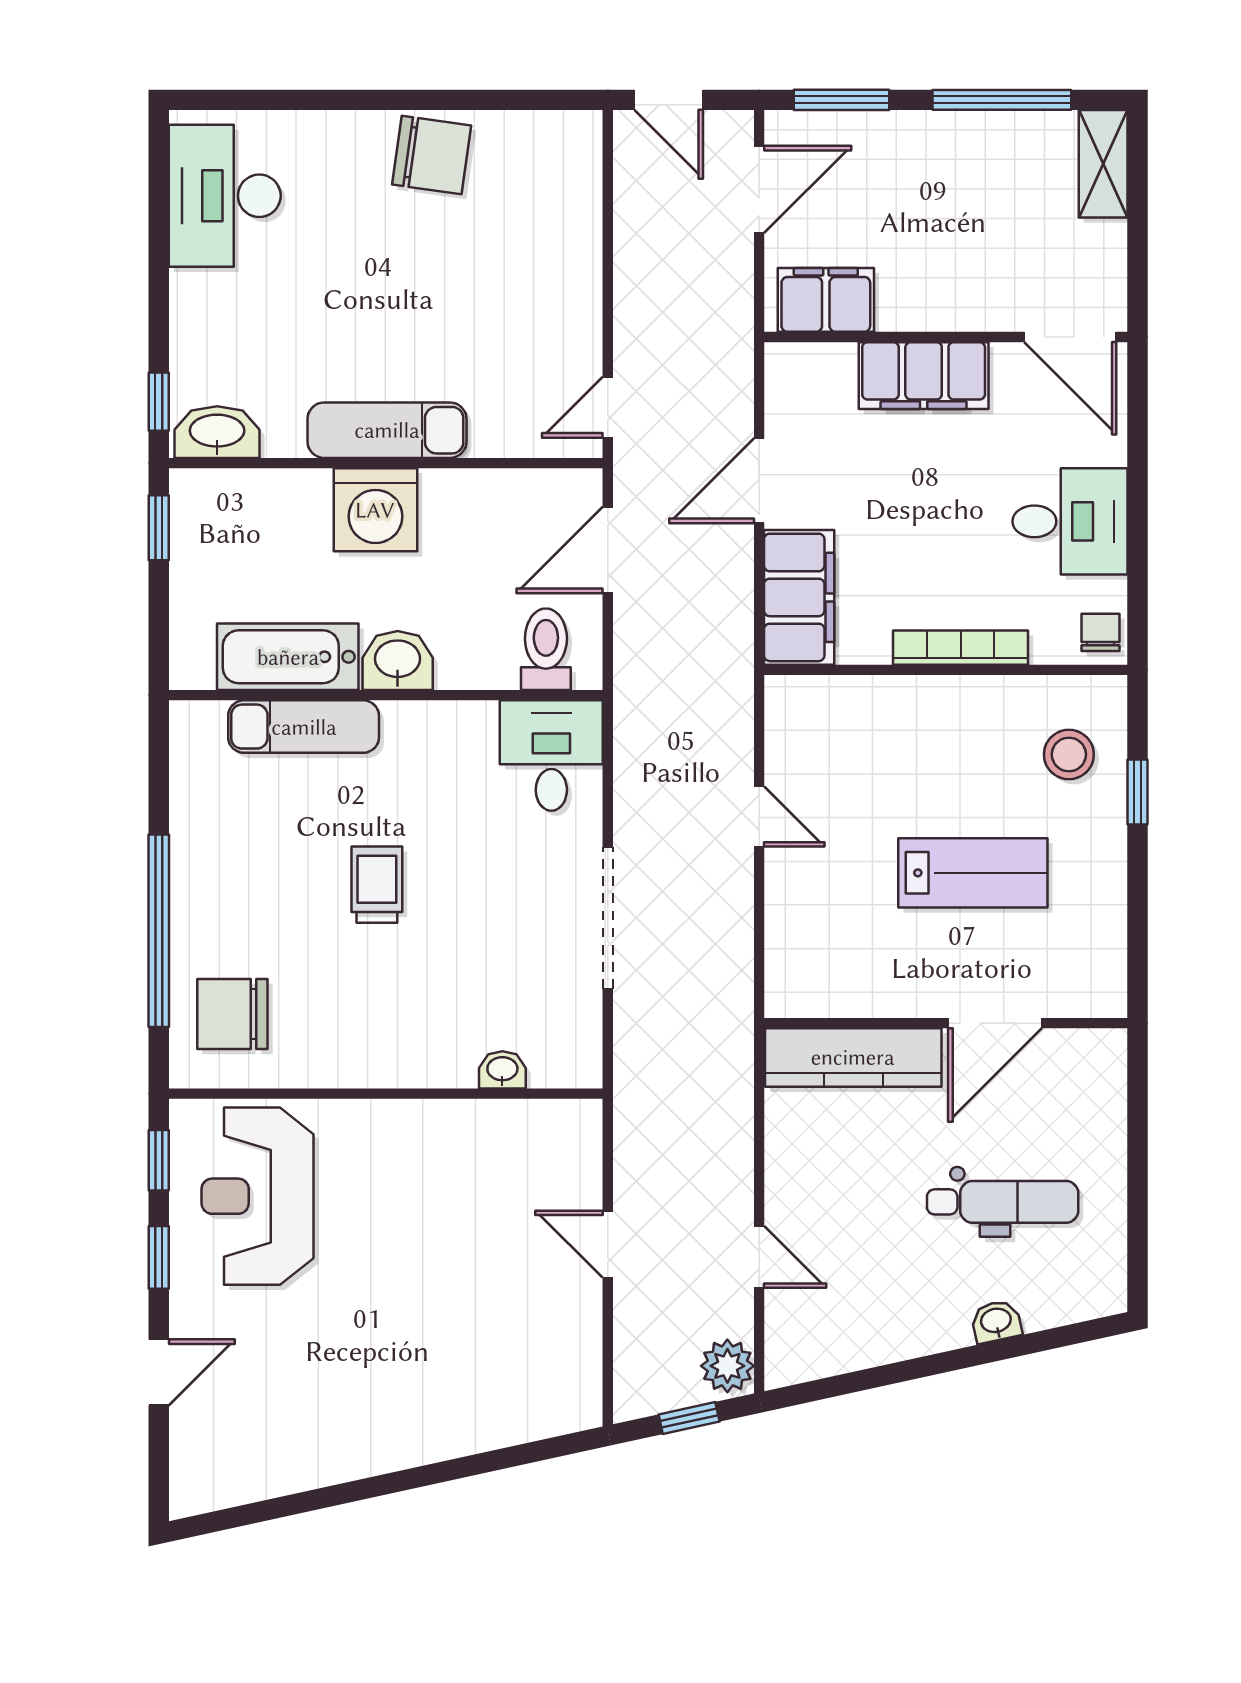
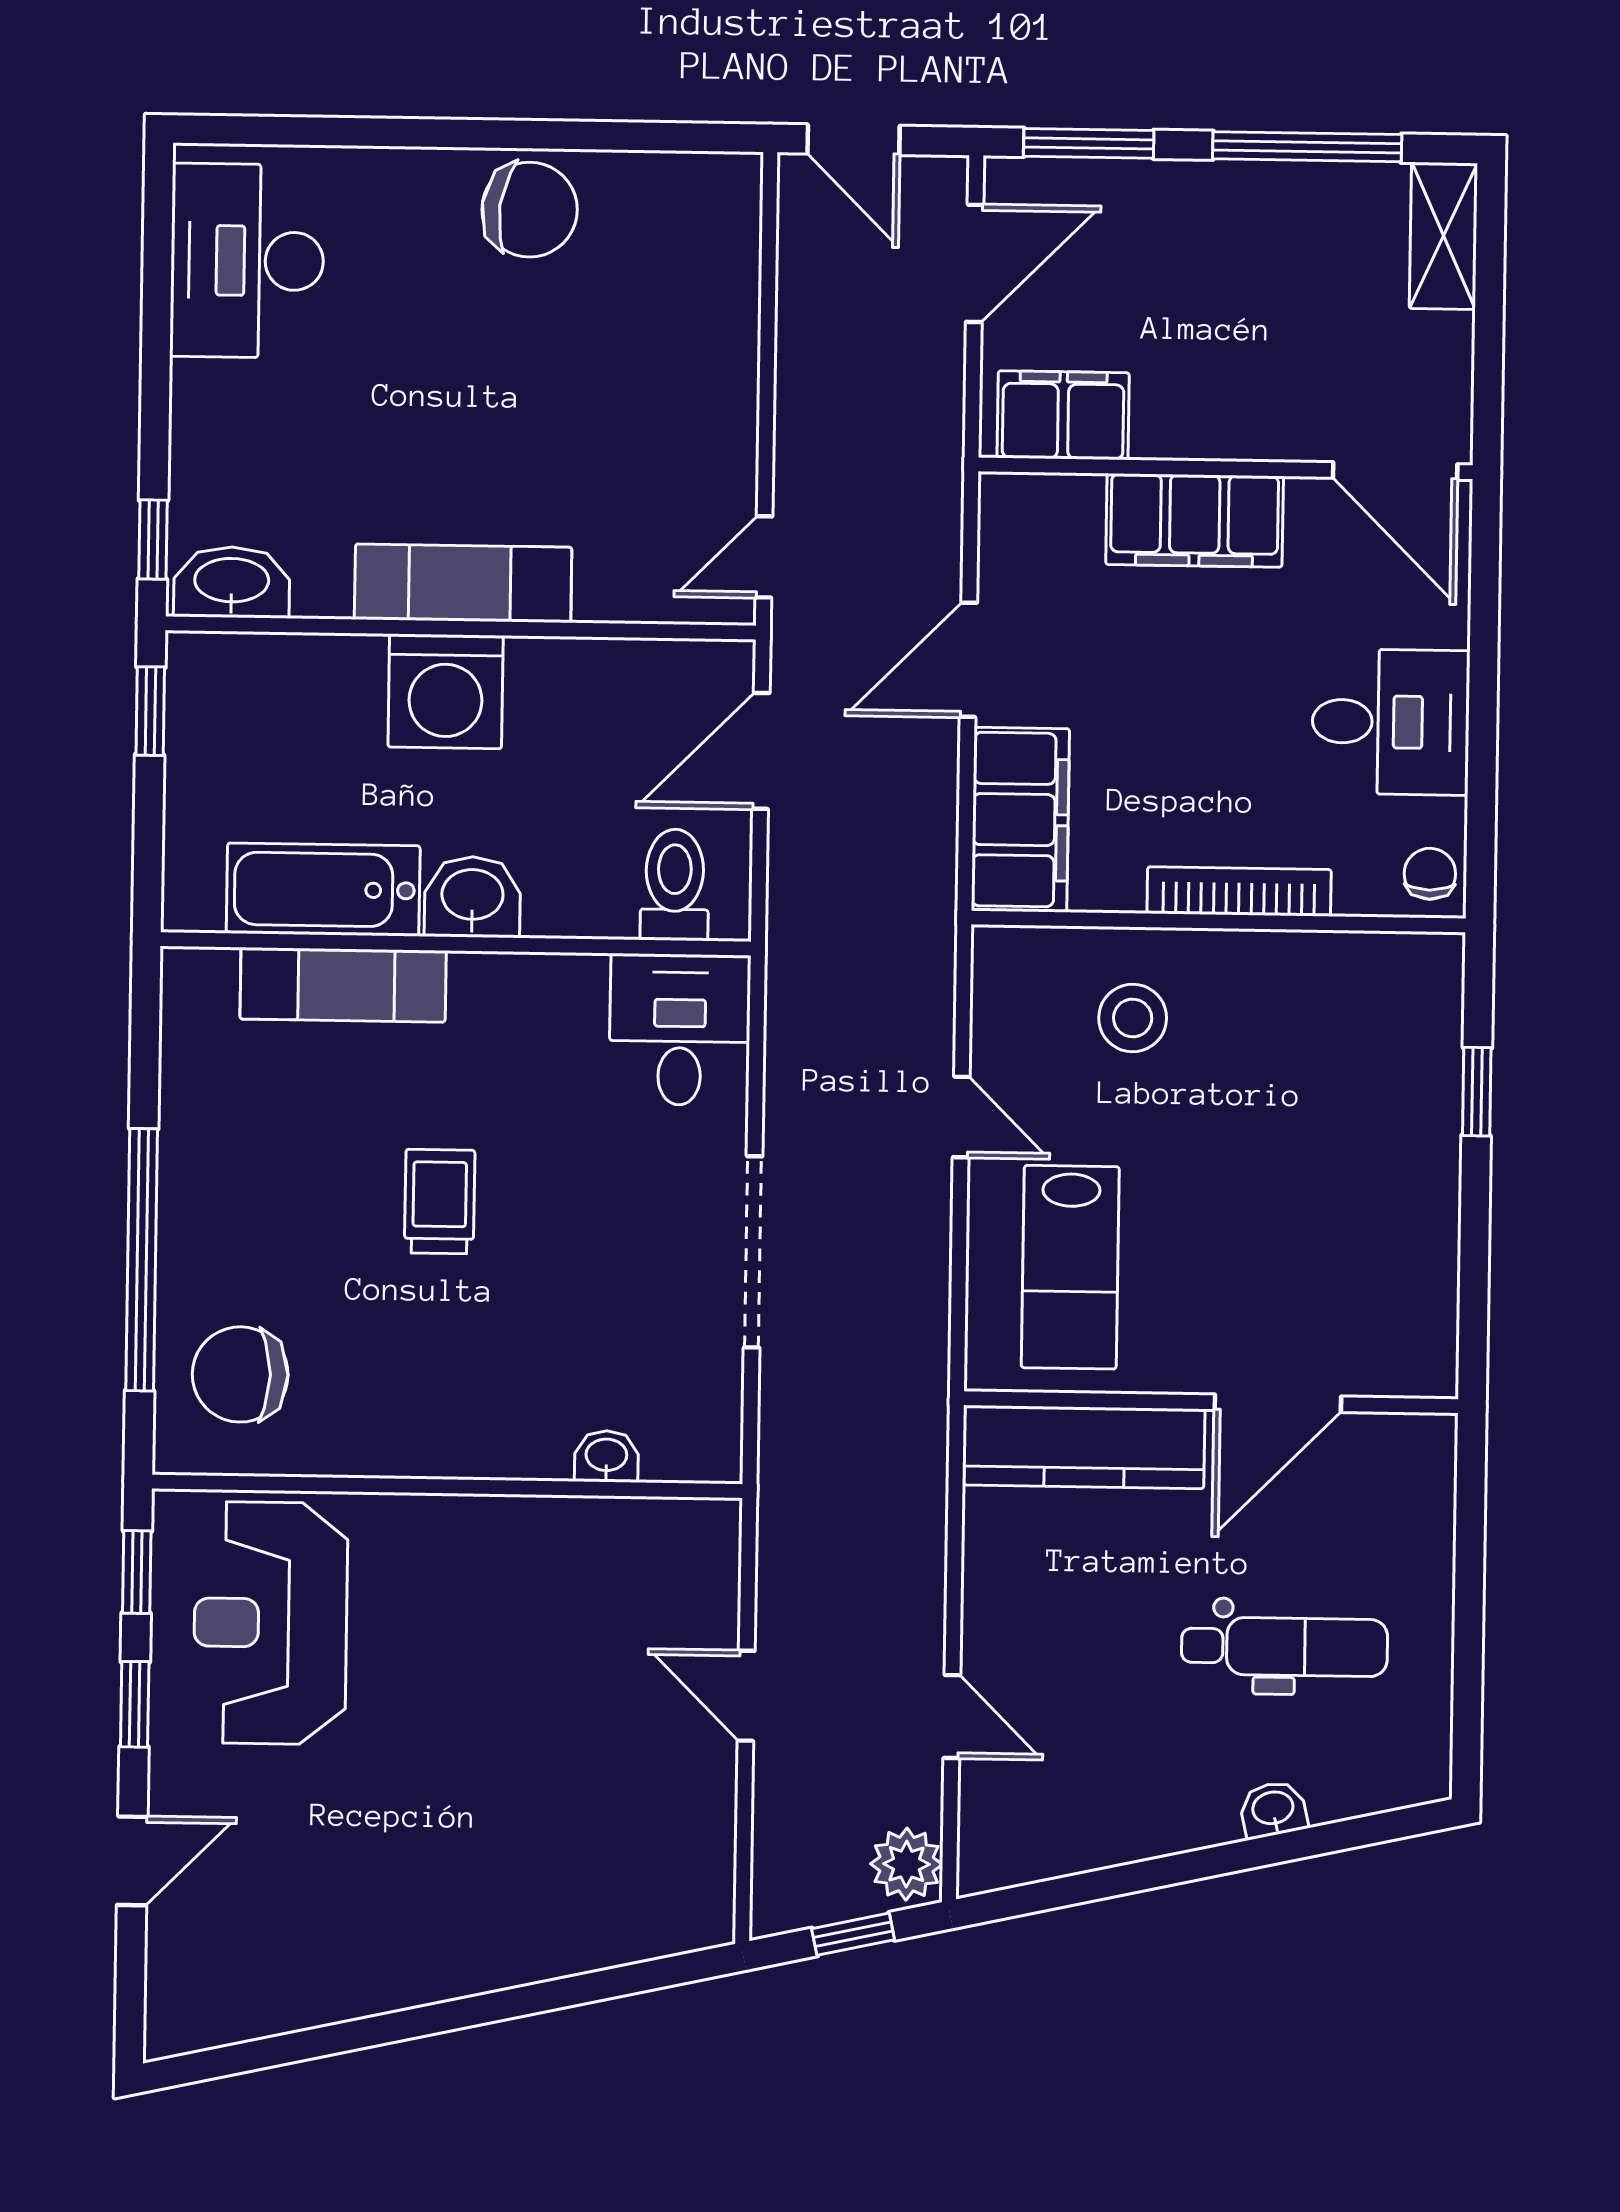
stool: (1069, 754) -> (1133, 1018), moved
lab bench: (973, 873) -> (1070, 1267), moved, turned 90

